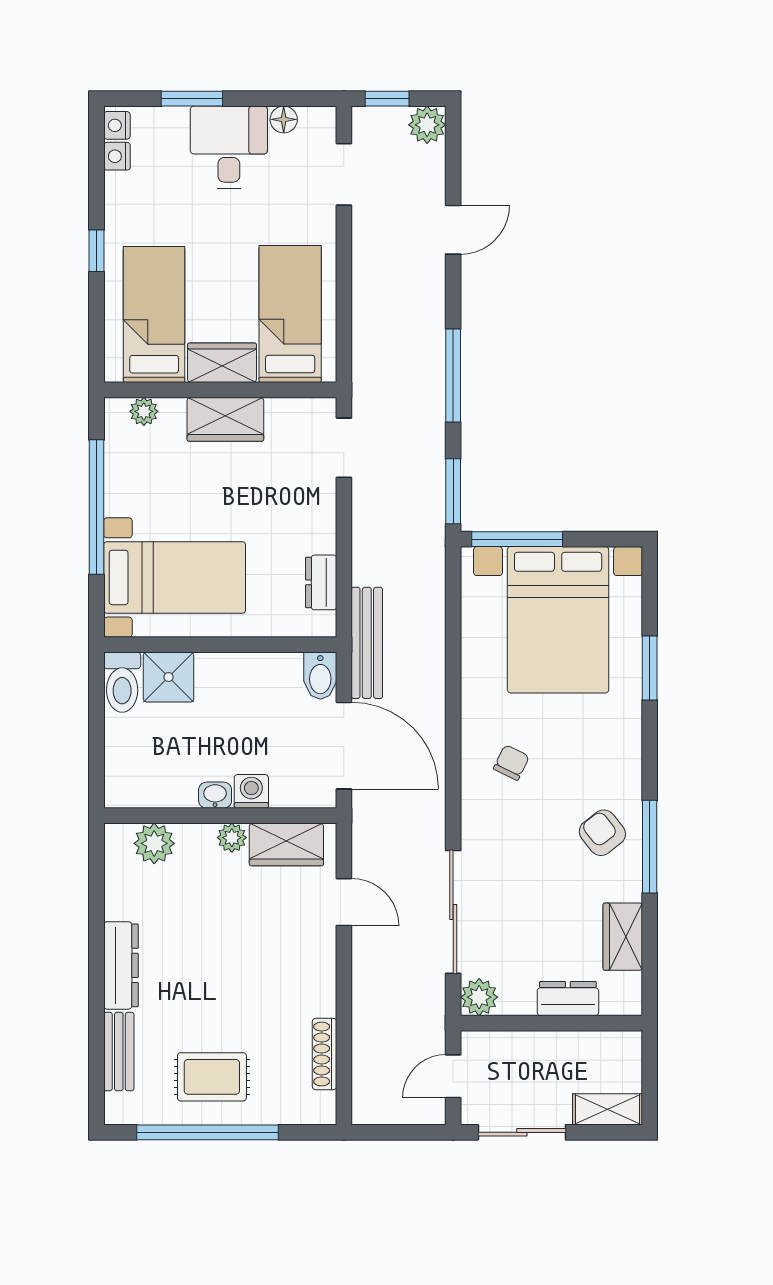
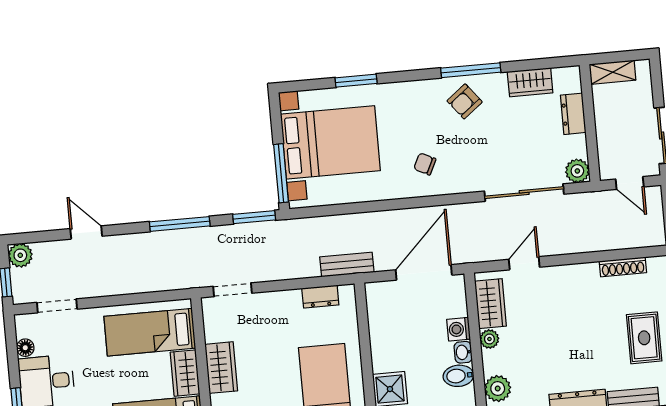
bench: (367, 643) -> (347, 265), width x0.73
bidet: (320, 676) -> (458, 376), moved, turned 180
shelving: (607, 1109) -> (613, 72), moved, turned 90

